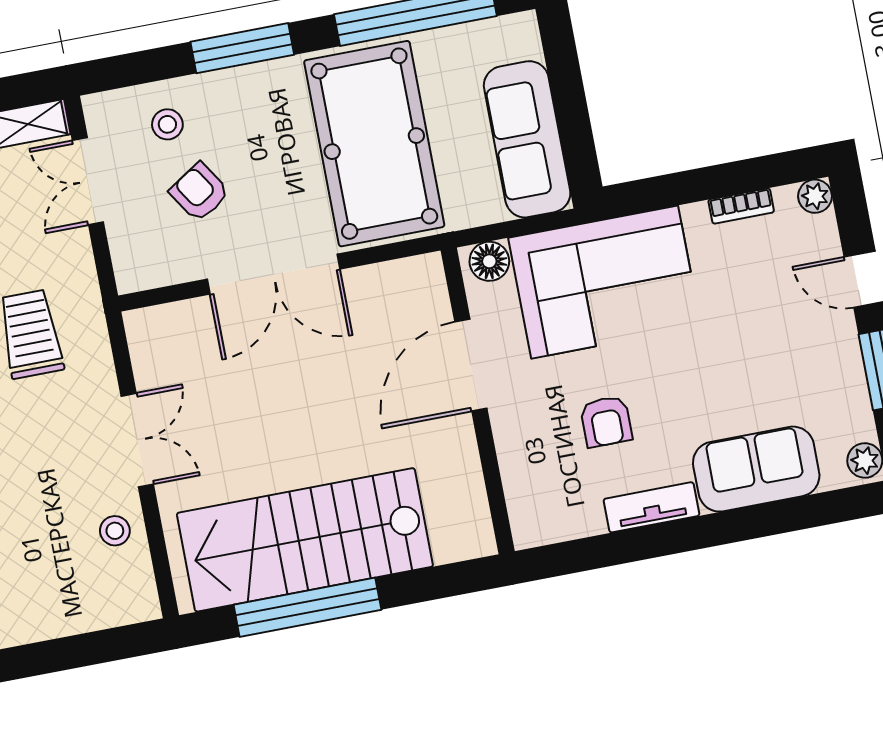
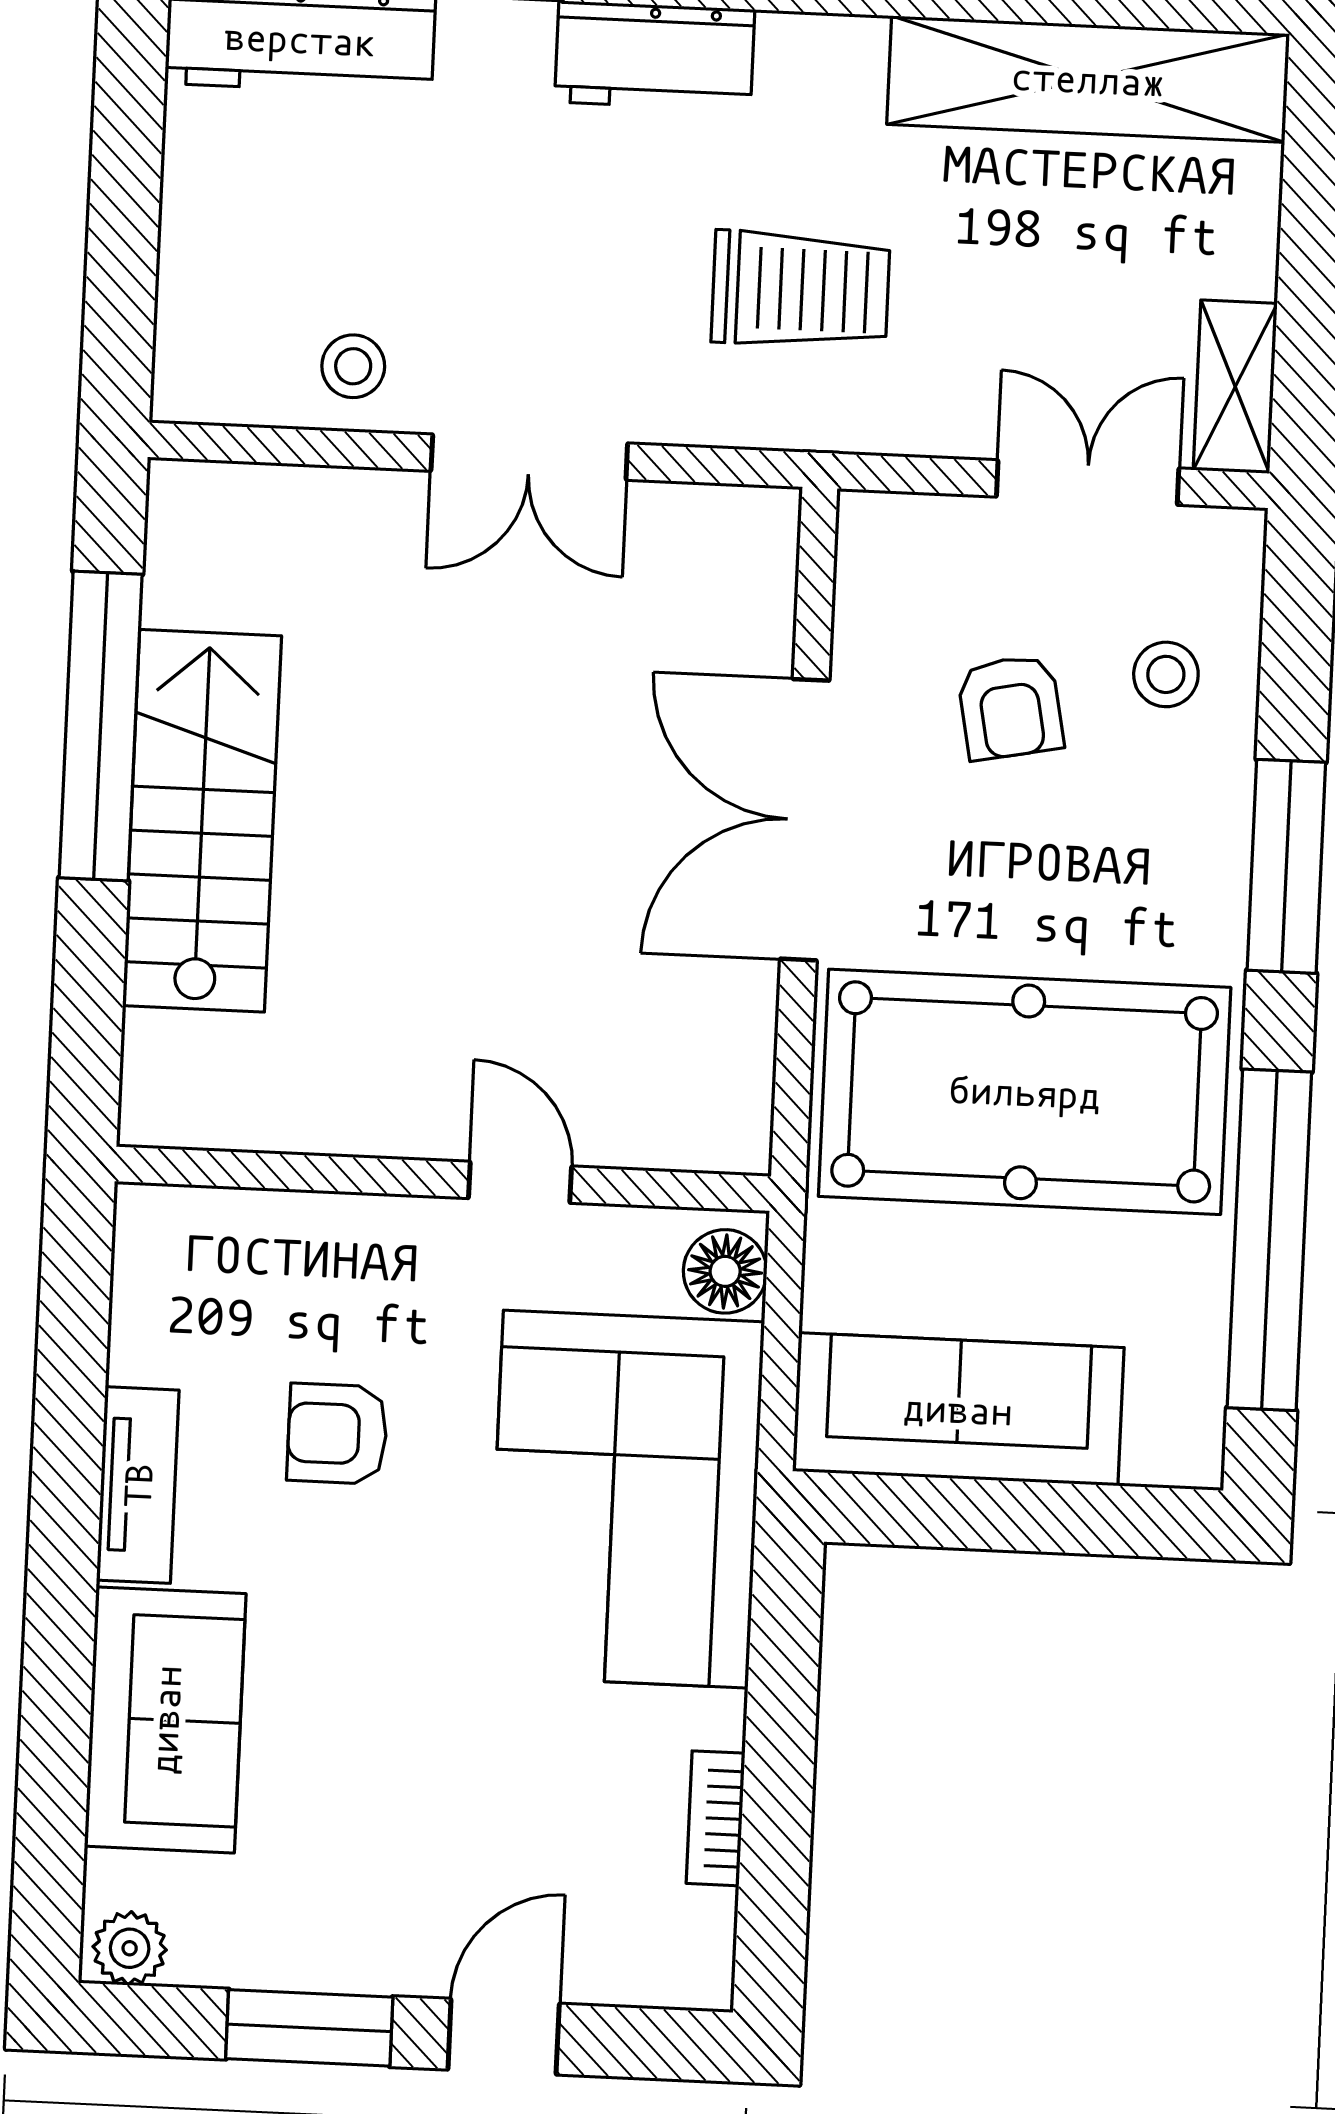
armchair: (199, 192) -> (1010, 707), turned 112
plant: (815, 196) -> (699, 1975), removed
door: (471, 365) -> (520, 1182), width x0.53
stairs: (305, 540) -> (202, 821), width x0.73, depth x0.66

